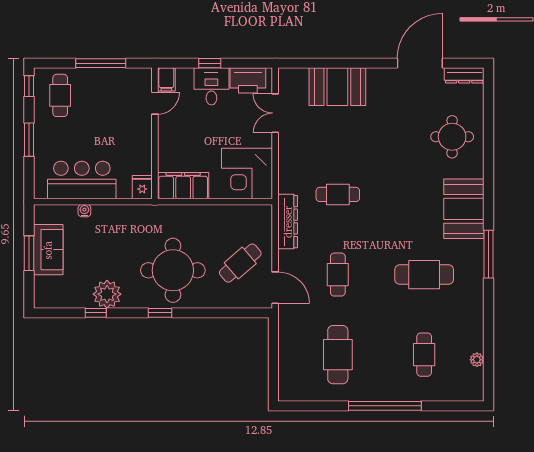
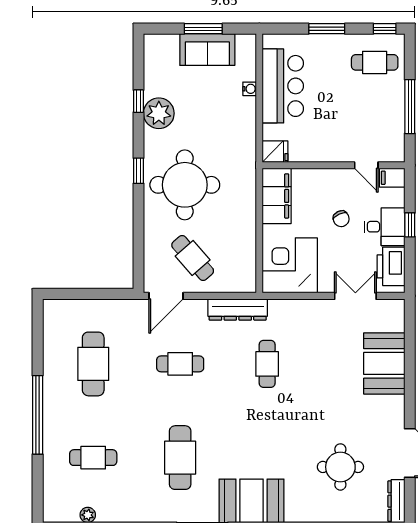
chair: (204, 126) -> (341, 219), added
round table: (452, 137) -> (340, 467), moved
cafe table: (338, 355) -> (93, 364), turned 90

